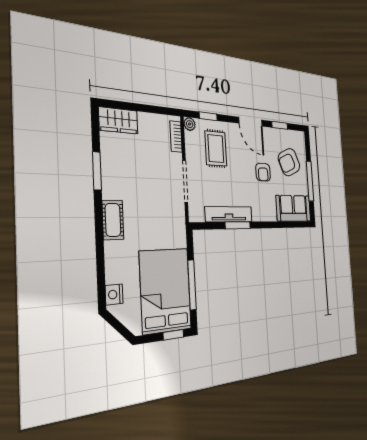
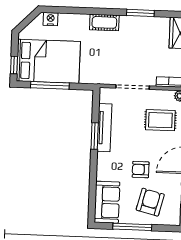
armchair: (289, 162) -> (150, 202), turned 38

